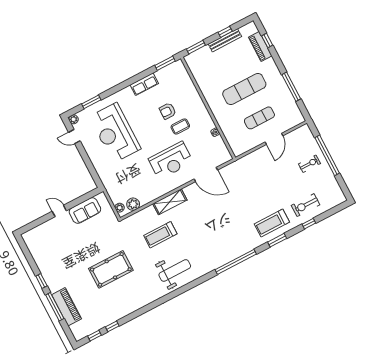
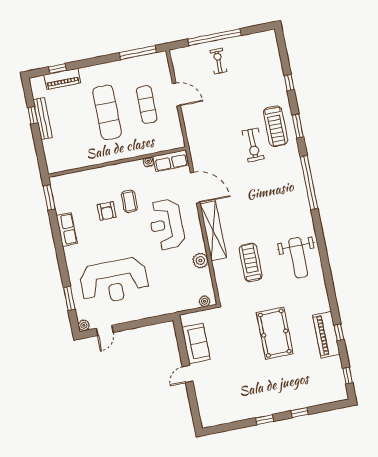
window: (196, 47) -> (41, 155), removed
window: (291, 87) -> (138, 53), moved
row of seats: (221, 149) -> (171, 161), added
reception desk: (171, 161) -> (166, 224), turned 180
door: (206, 174) -> (195, 188), hinge flipped
shelving: (170, 202) -> (213, 231), width x1.47
plant: (133, 204) -> (200, 261), moved
exercise bike: (306, 205) -> (253, 145), moved
treadmill: (160, 235) -> (251, 263), turned 180
weight bench: (175, 270) -> (298, 258), turned 180
window: (55, 307) -> (300, 413), width x0.46
piano: (67, 307) -> (326, 335), moved, turned -90
window: (112, 326) -> (339, 332), moved

